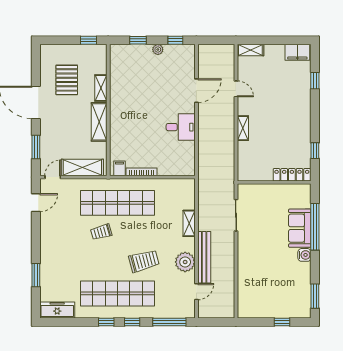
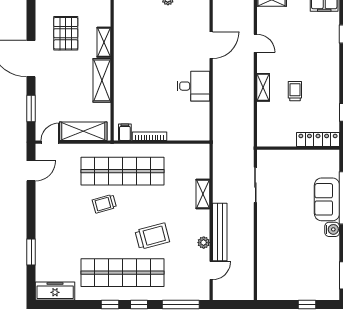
trolley: (271, 132) -> (295, 91), added
plant: (185, 262) -> (204, 243), width x0.53, depth x0.53

